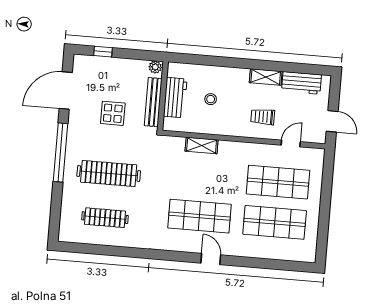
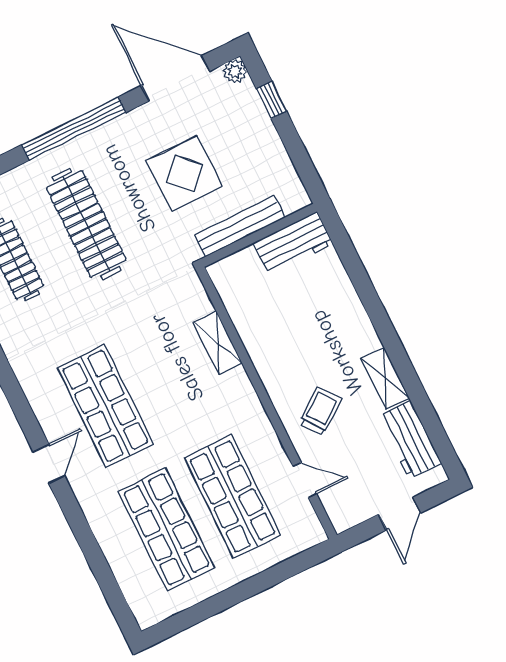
plant: (155, 67) -> (235, 71), moved
workbench: (175, 98) -> (293, 244), moved
stool: (211, 99) -> (299, 313), removed
display table: (113, 113) -> (184, 173), width x1.36, depth x1.36
trolley: (263, 117) -> (320, 411), turned 53
door: (332, 121) -> (400, 514), moved

